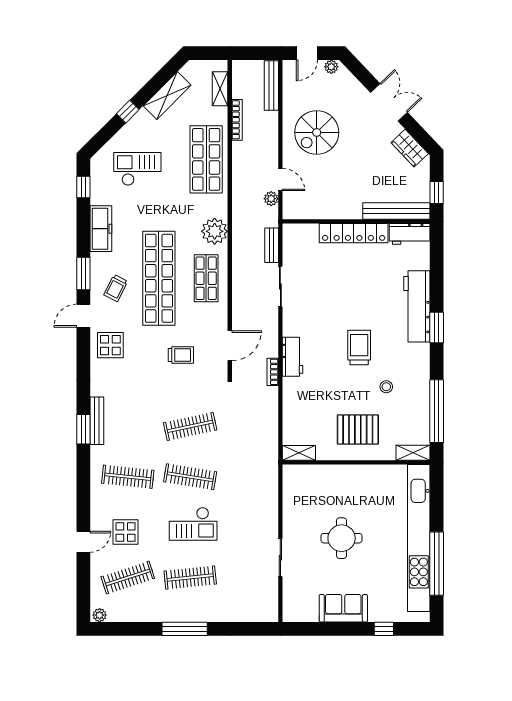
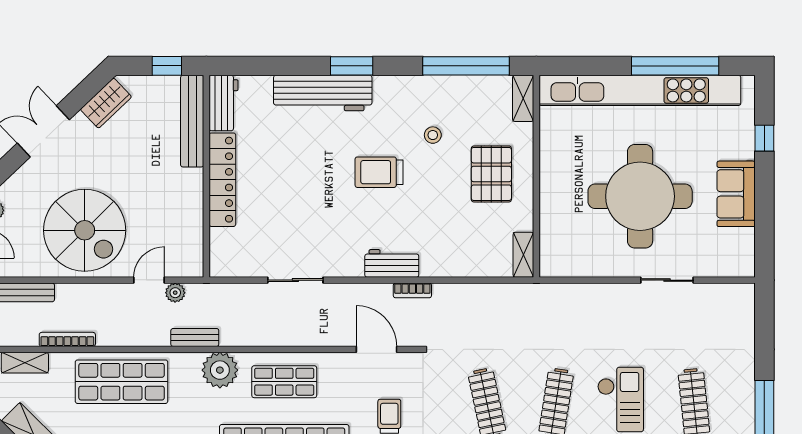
spiral stairs: (317, 132) -> (85, 230), width x1.37, depth x1.37
bench: (272, 245) -> (195, 337), moved
round table: (342, 538) -> (640, 196), width x1.86, depth x1.86

